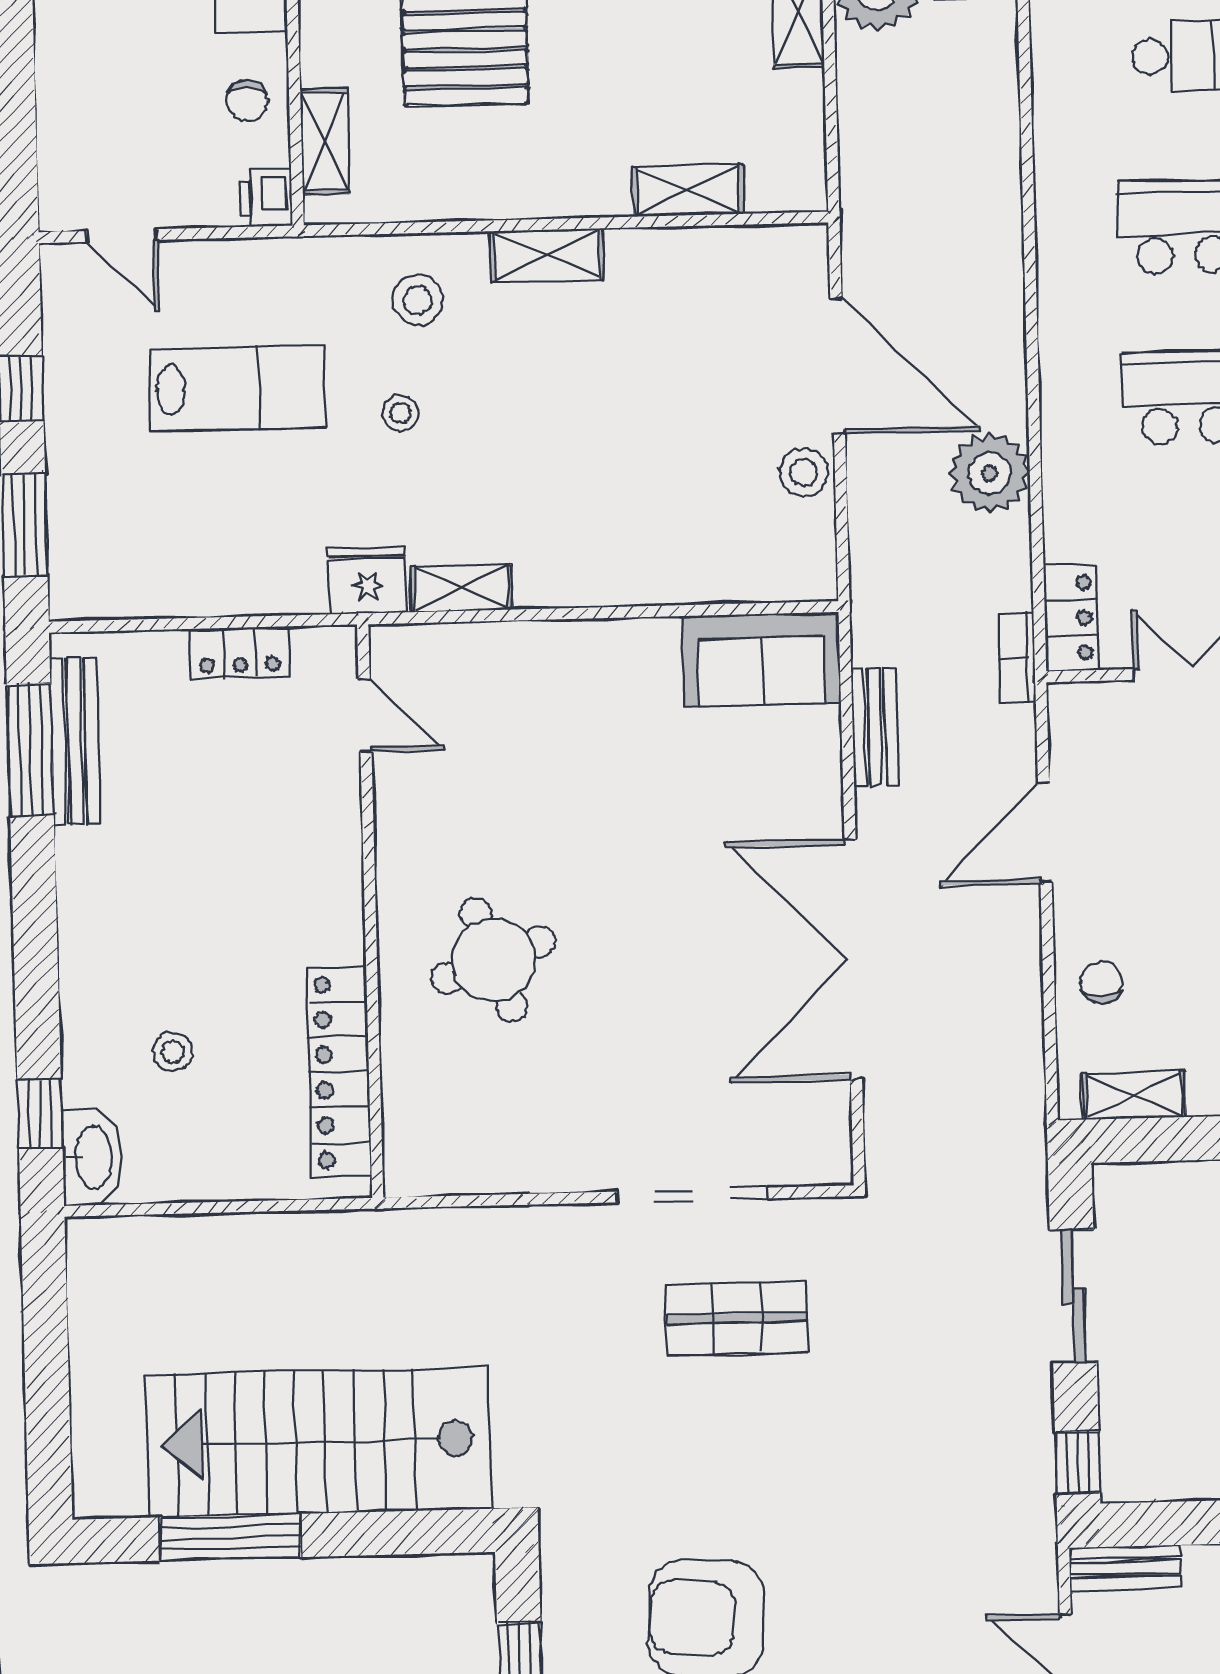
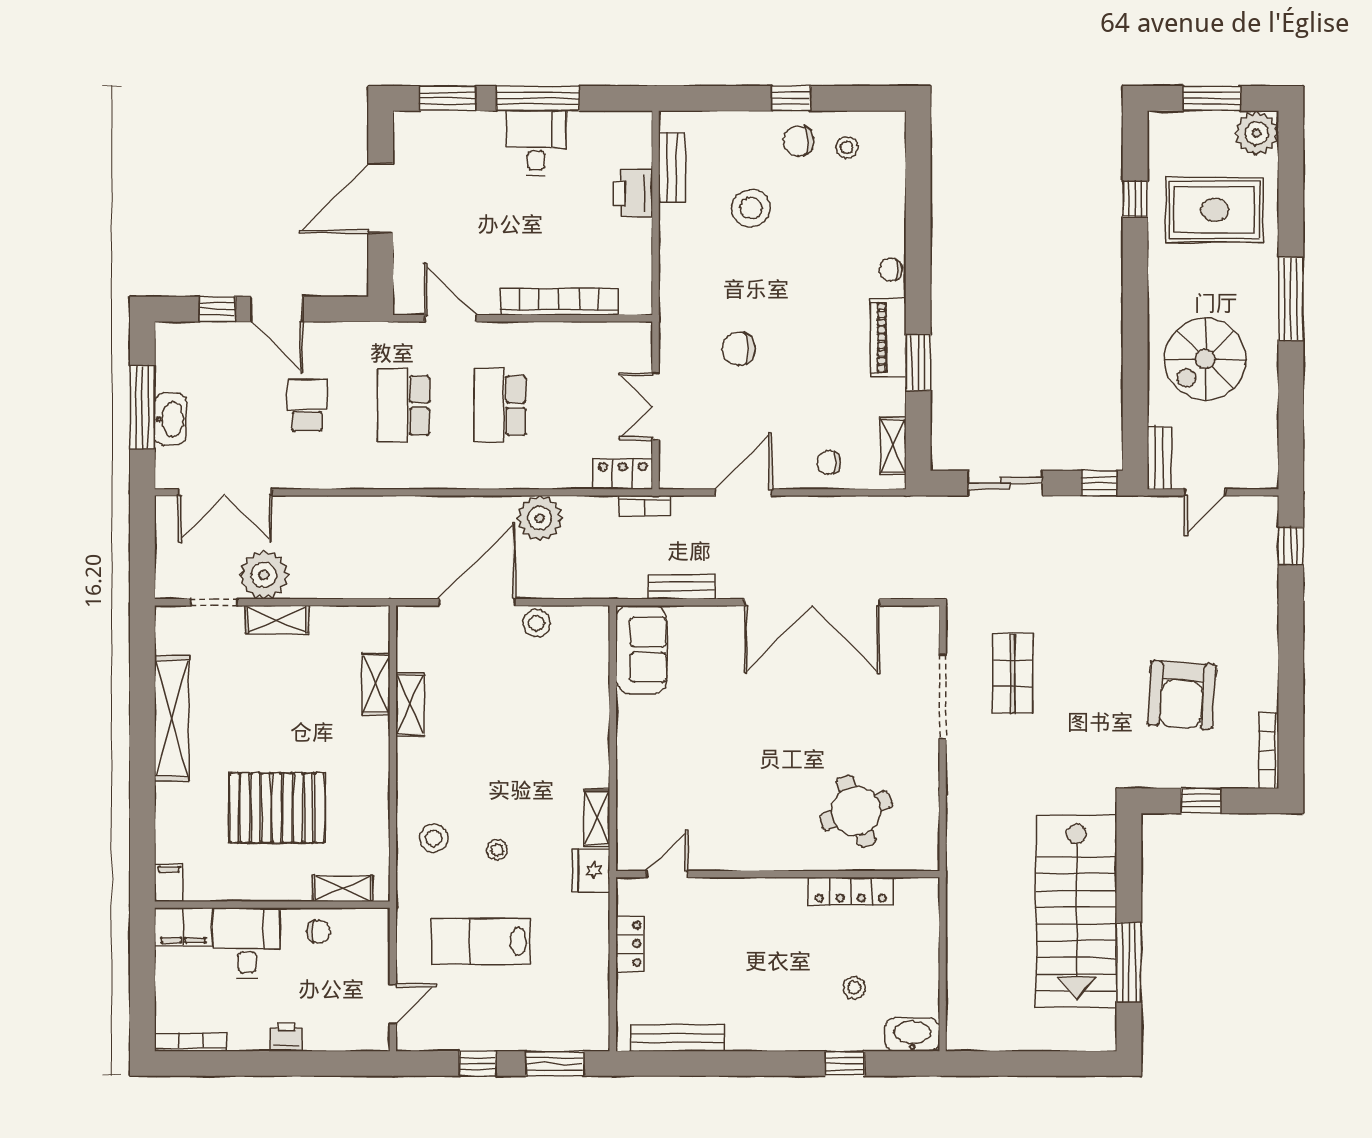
printer: (266, 198) -> (286, 1037), moved, turned 180
shelving: (547, 255) -> (410, 704), moved
lab bench: (238, 388) -> (481, 941), turned -90
window: (30, 749) -> (681, 1064), removed
door: (1045, 833) -> (743, 492), swing flipped
round table: (494, 960) -> (856, 811), moved
locker: (339, 1072) -> (851, 891), width x0.71, depth x0.83
window: (40, 1113) -> (845, 1064), moved

